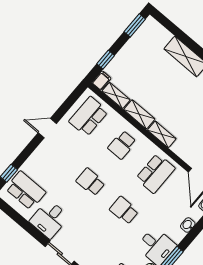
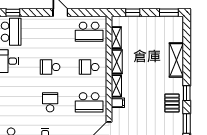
filing cabinet: (101, 81) -> (118, 103), moved
school desk: (89, 116) -> (89, 32), turned 180
school desk: (91, 182) -> (50, 67), turned -90

